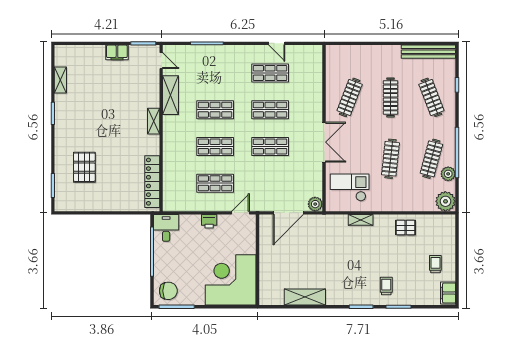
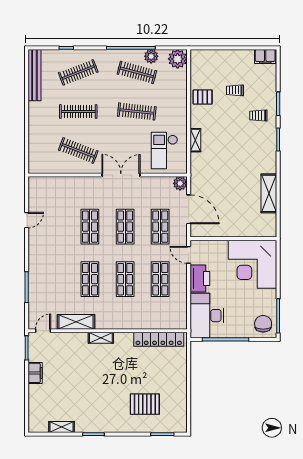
shop shelf: (270, 73) -> (160, 227), moved
printer: (209, 221) -> (200, 279), width x1.87, depth x1.48
desk: (166, 228) -> (207, 316), width x1.87, depth x1.30
pallet: (406, 228) -> (203, 97), turned 90
trolley: (435, 264) -> (235, 90), moved

